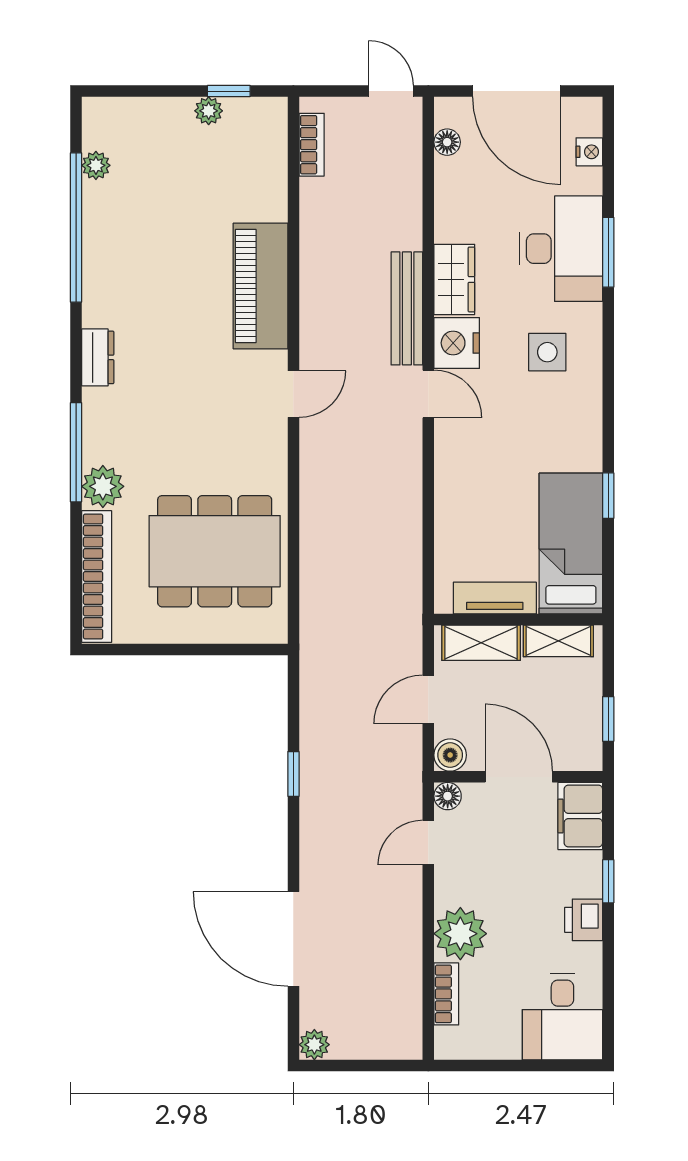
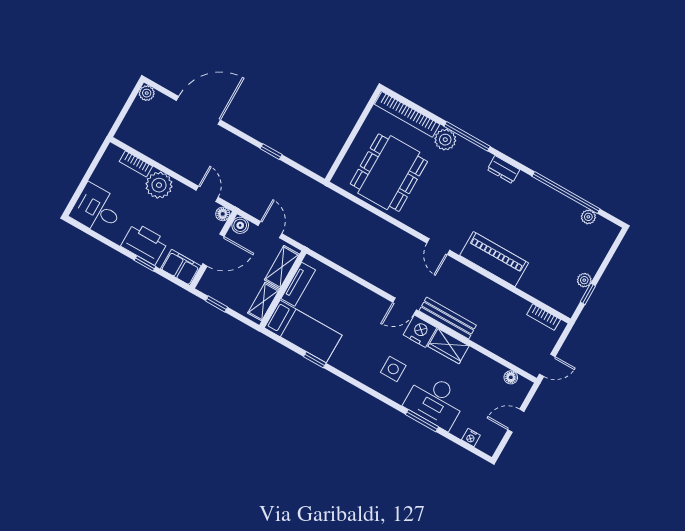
door: (517, 91) -> (516, 421), width x0.53
printer: (584, 920) -> (144, 243), width x1.87, depth x1.48

